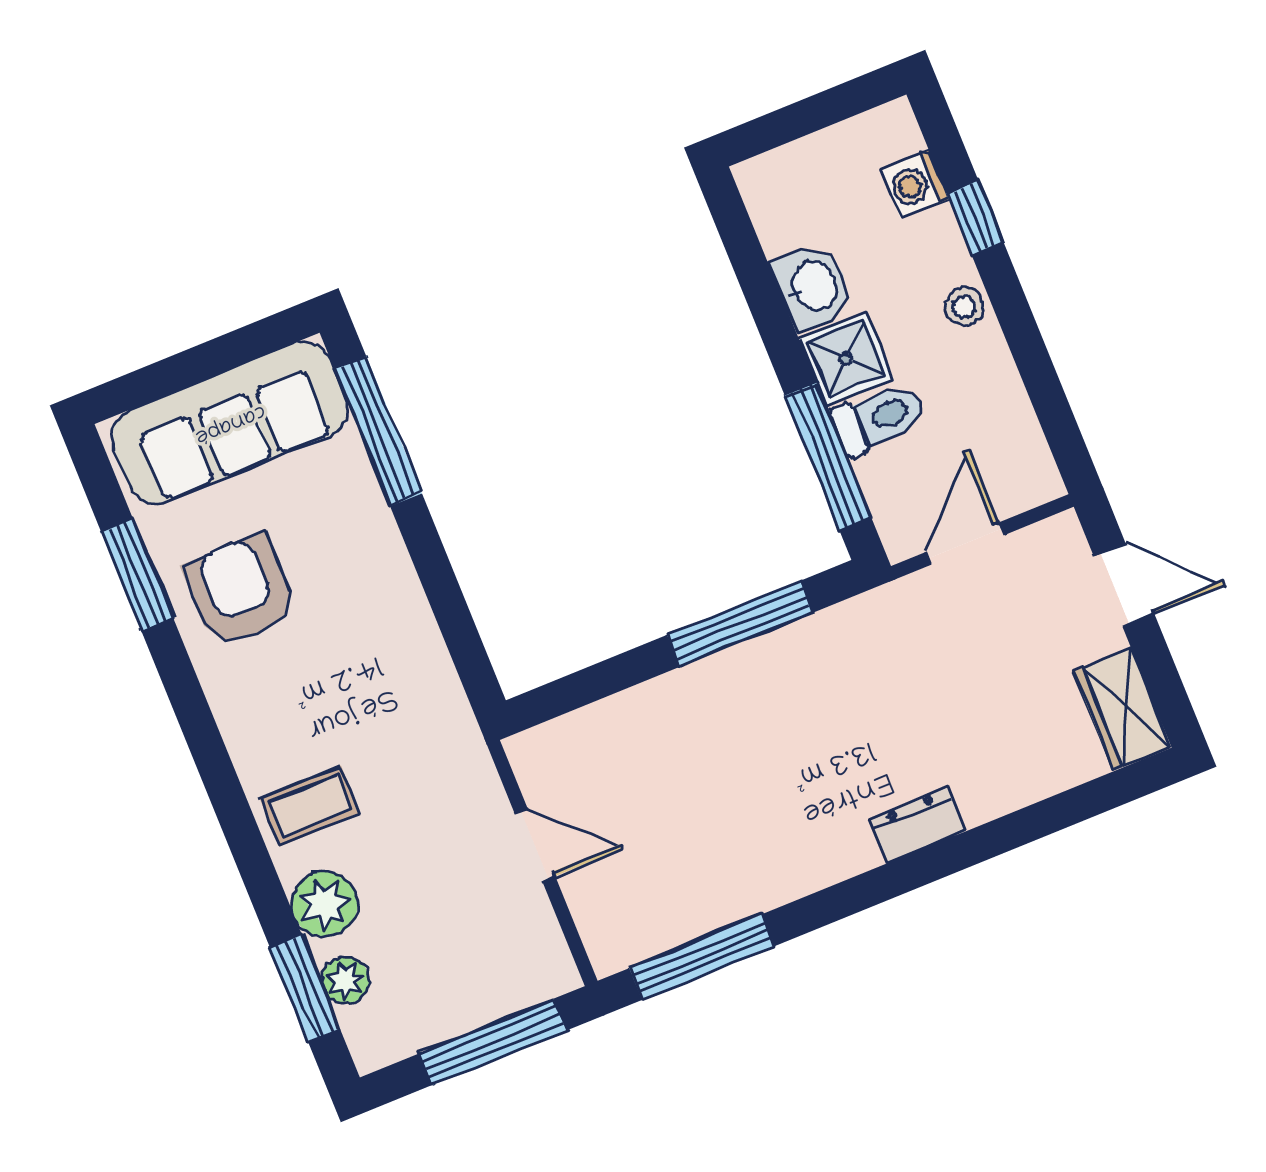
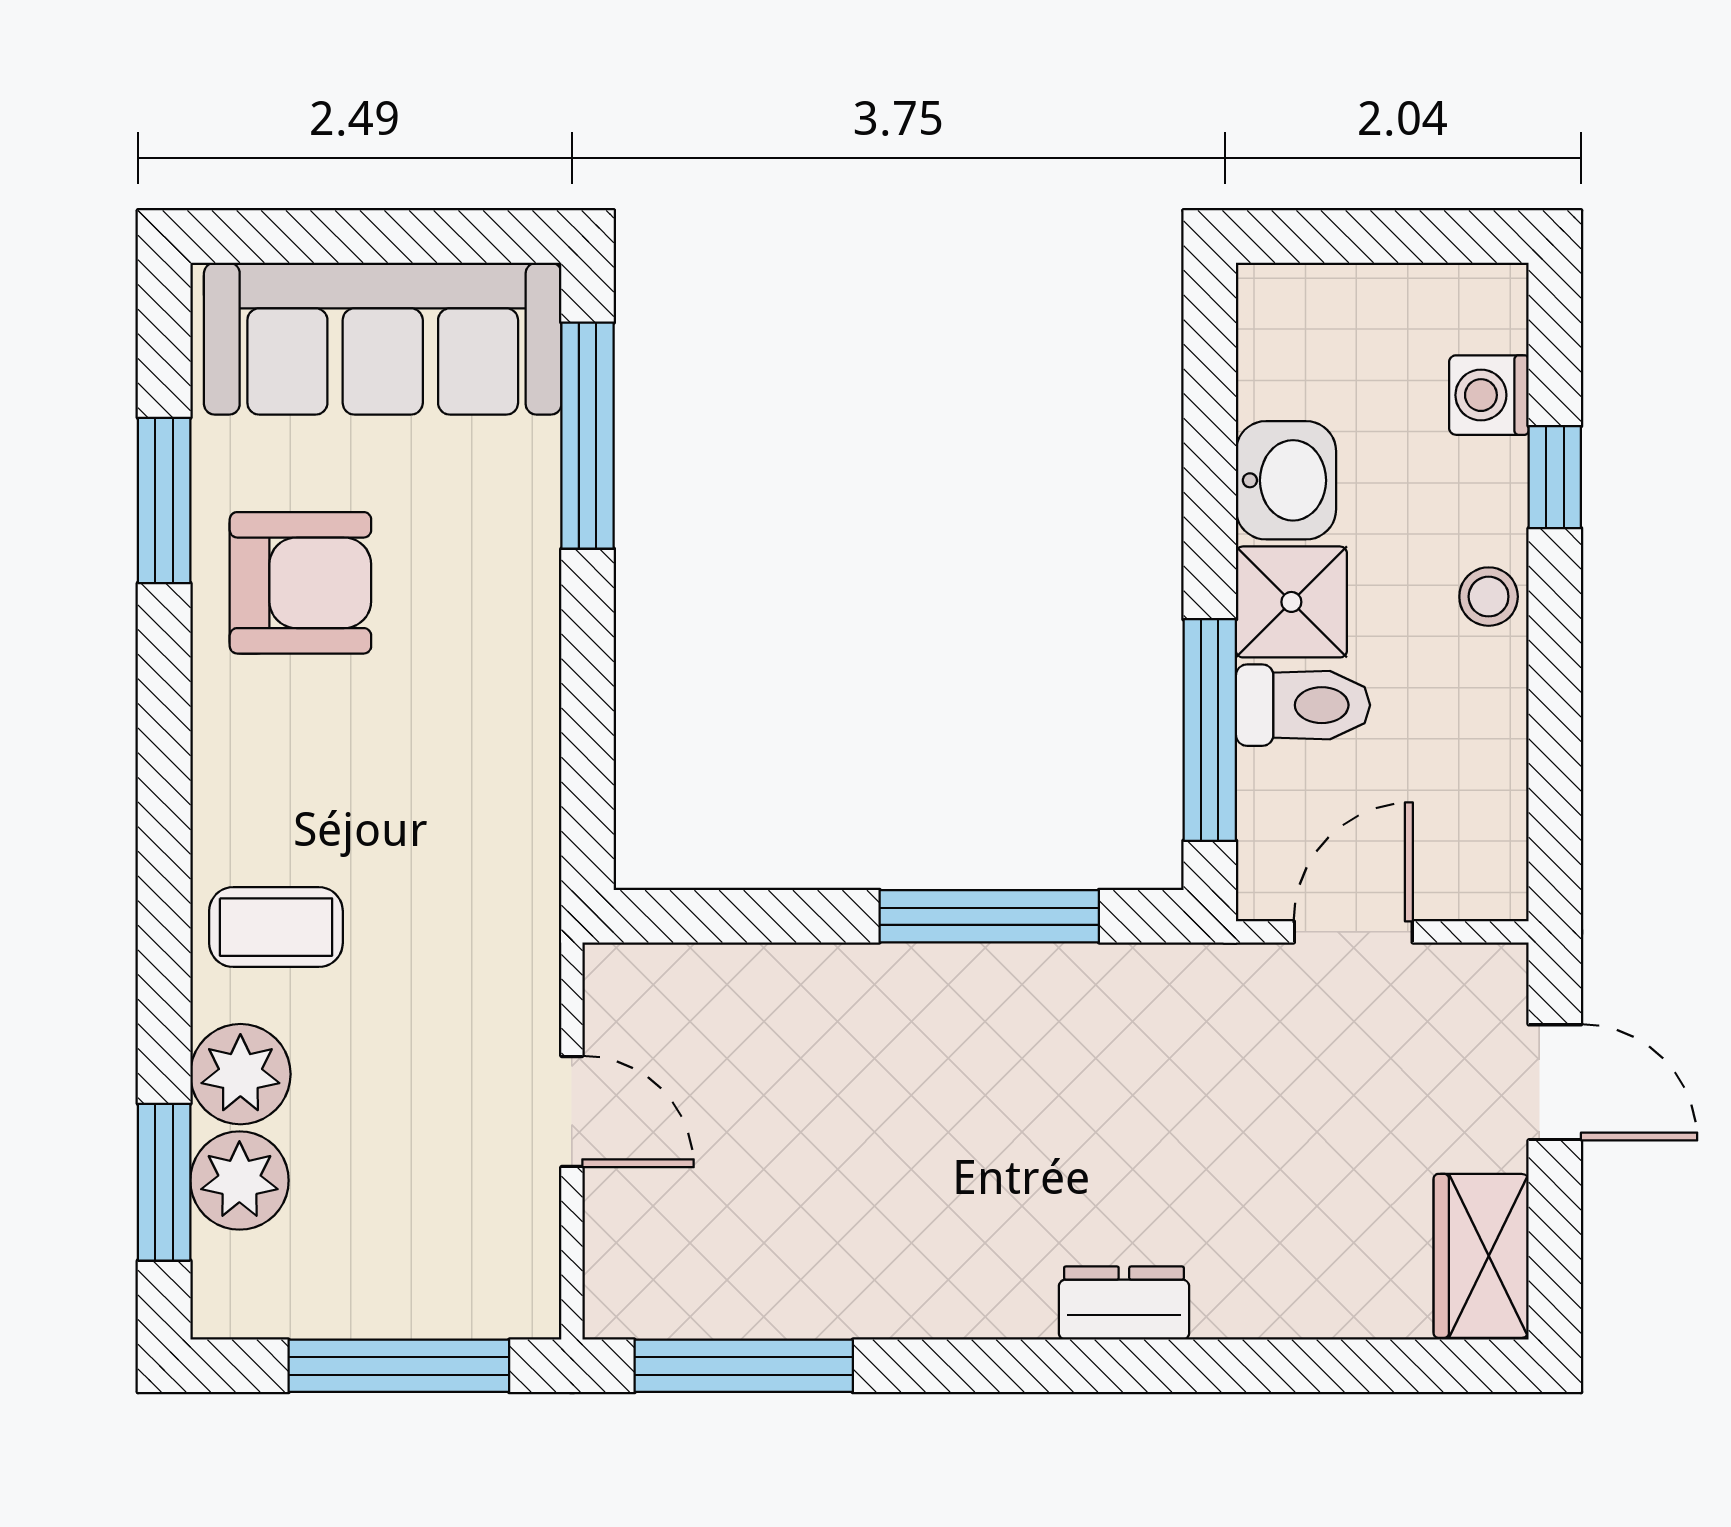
armchair: (240, 591) -> (300, 583), turned 90
plant: (346, 980) -> (239, 1180), width x1.38, depth x1.38

